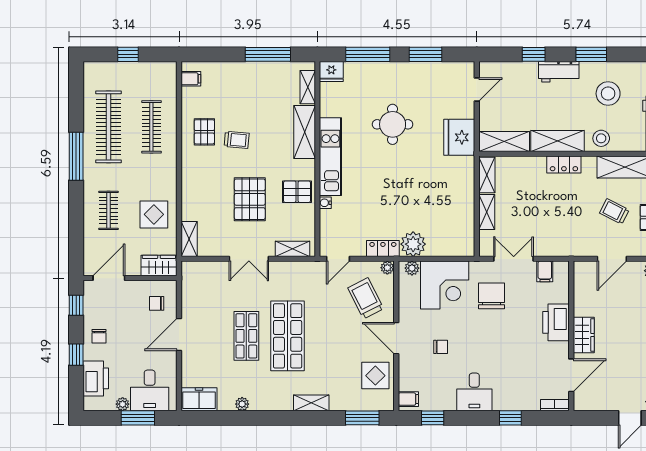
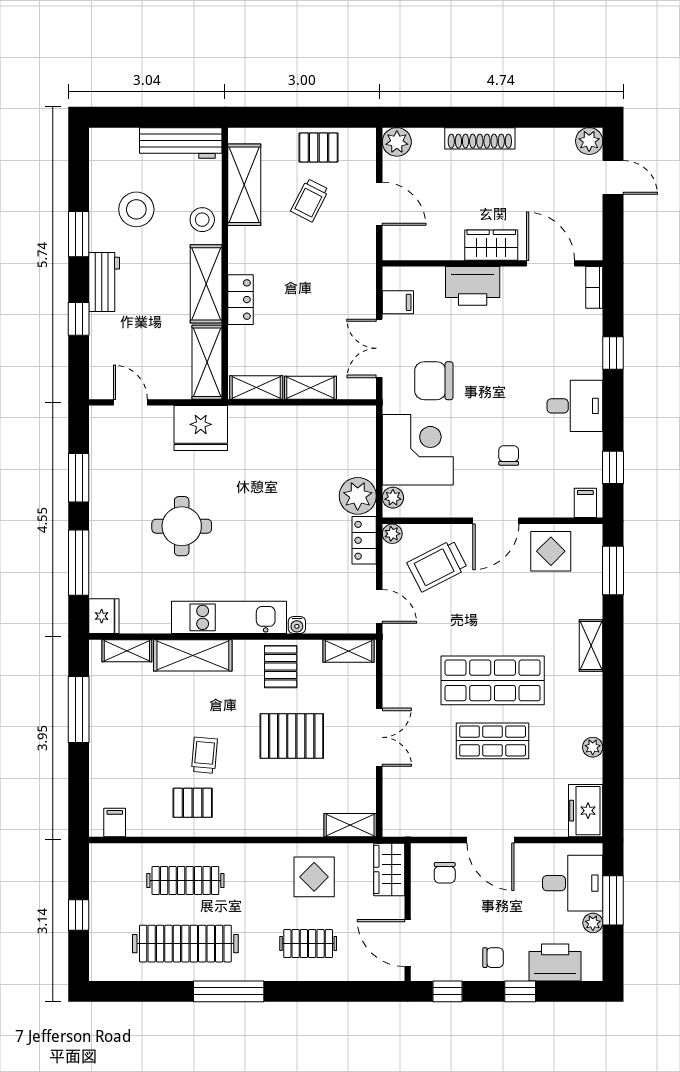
locker: (564, 164) -> (241, 300), moved
shelving: (292, 249) -> (348, 651), moved, turned 90

